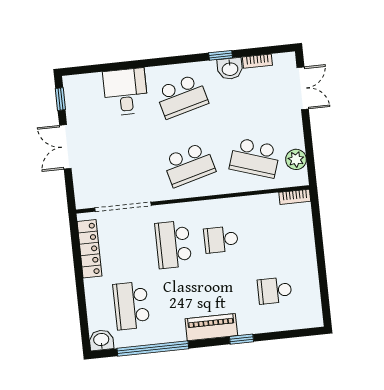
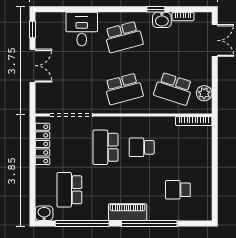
double door: (65, 147) -> (32, 66), swing flipped
bookcase: (295, 197) -> (194, 121), width x1.56
window: (241, 339) -> (149, 224), width x3.17

